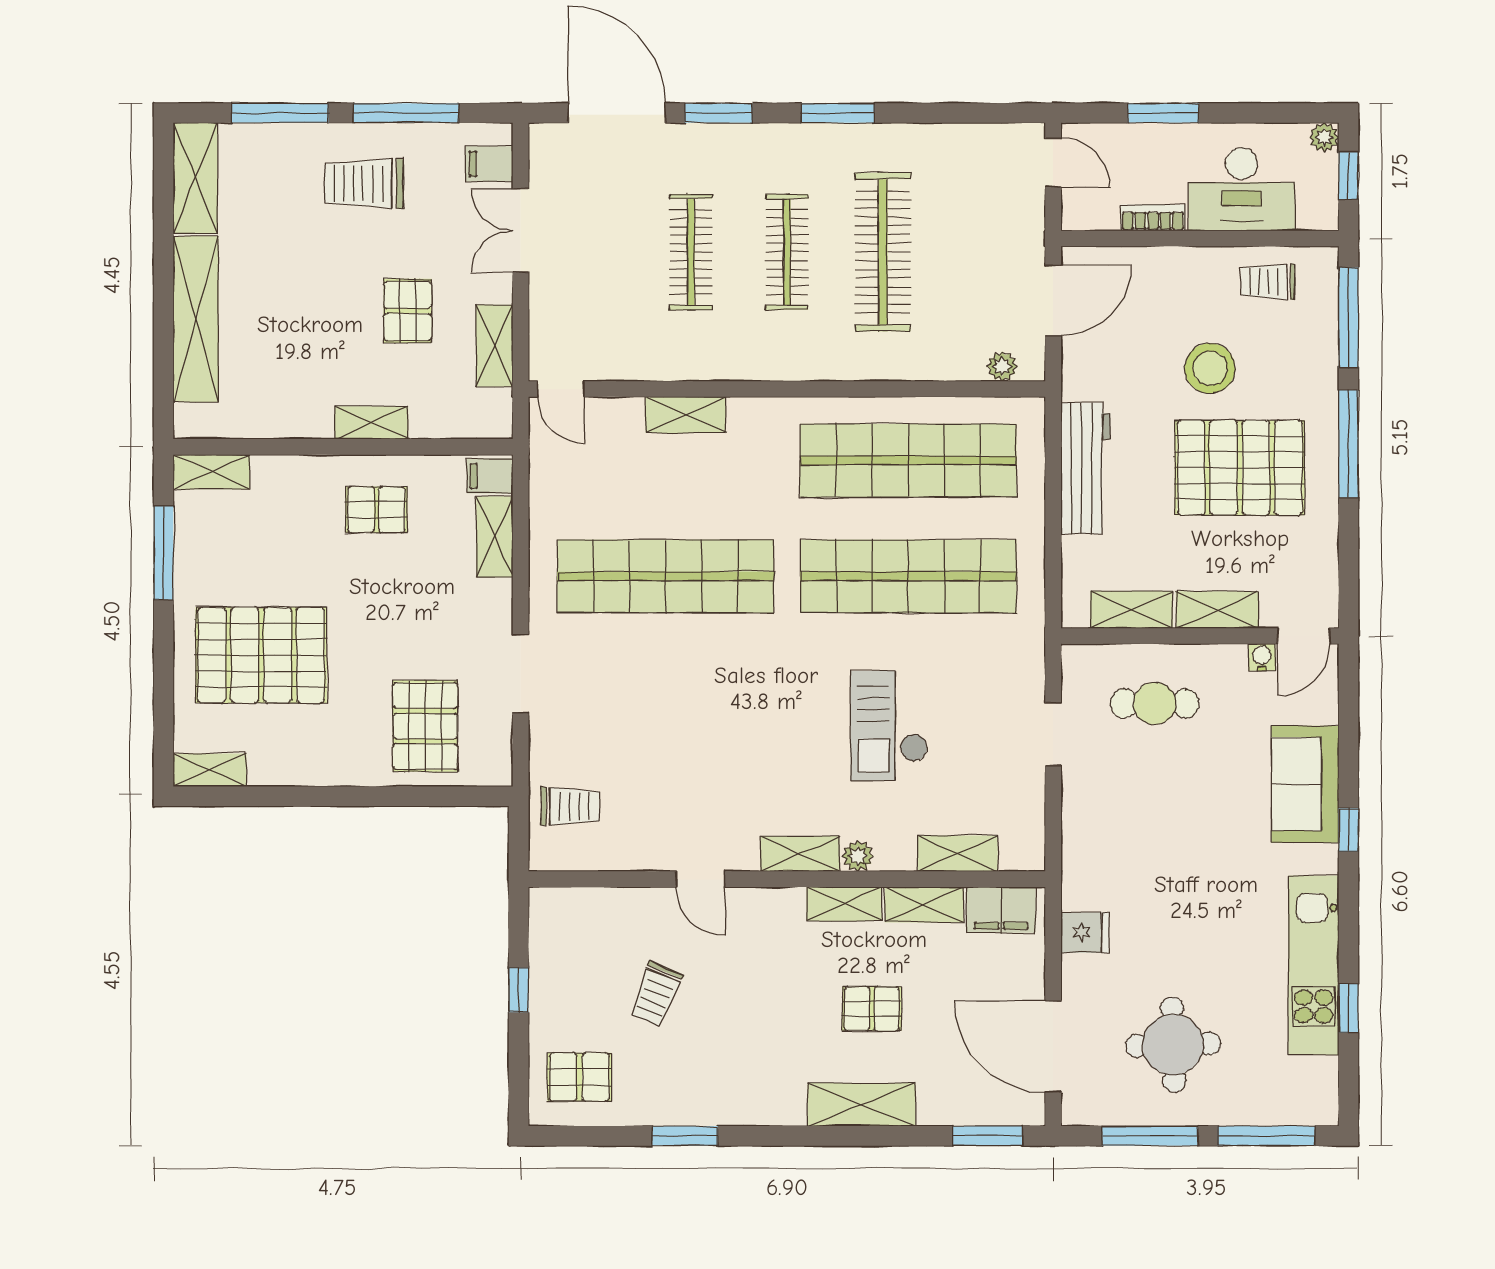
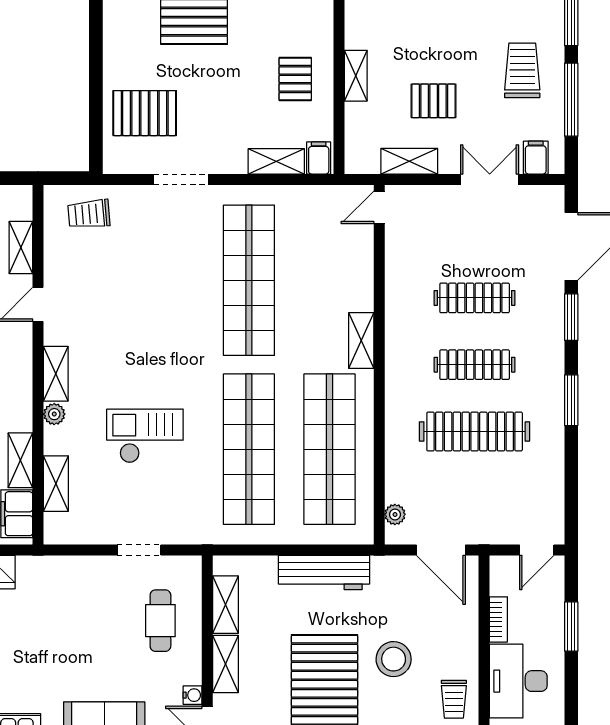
trolley: (1268, 282) -> (454, 699), turned 180
shelving: (686, 415) -> (361, 341), moved
trolley: (570, 806) -> (89, 214), turned 85
shelving: (844, 904) -> (21, 247), moved

